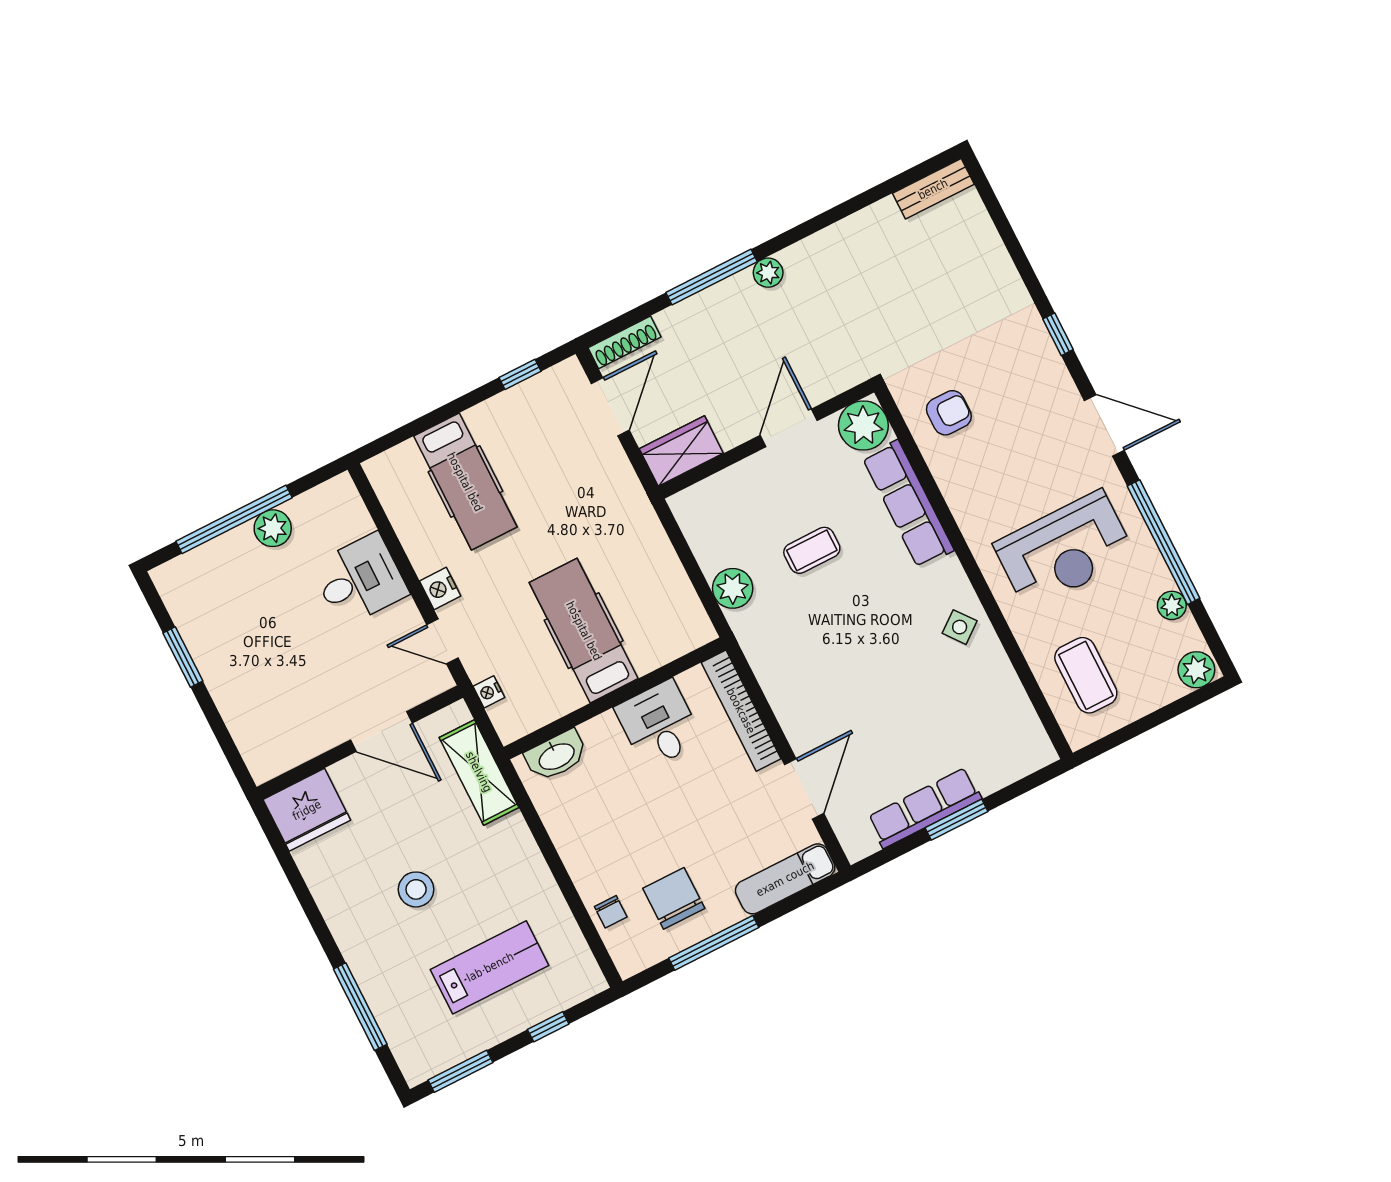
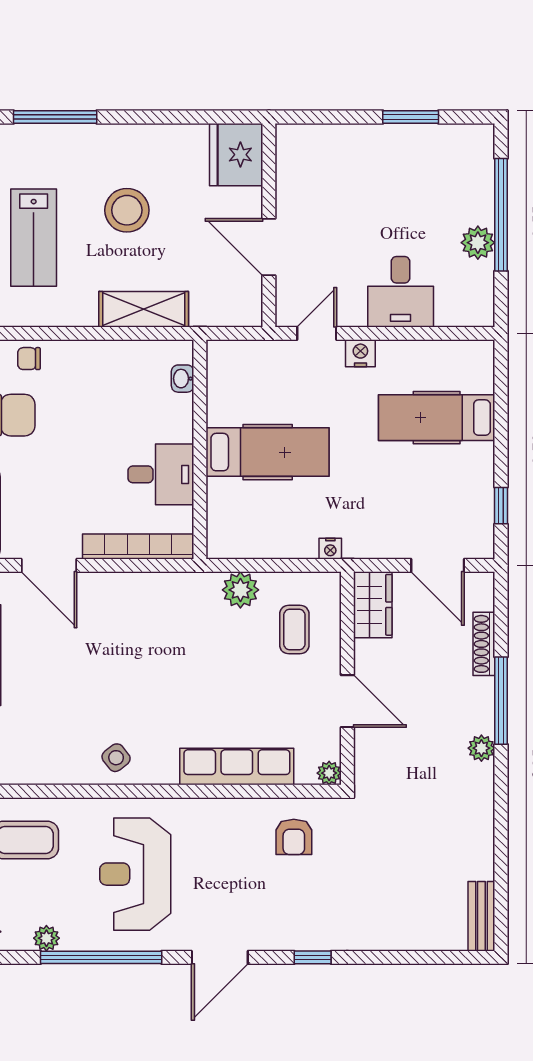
shoe rack: (625, 342) -> (484, 644), moved
plant: (863, 426) -> (329, 773), width x0.53, depth x0.53
coffee table: (812, 550) -> (294, 630), moved
nightstand: (489, 692) -> (330, 549), moved, turned 180
door: (381, 731) -> (269, 247), hinge flipped
washbasin: (556, 756) -> (183, 379), width x0.52, depth x0.69
shelving: (479, 772) -> (144, 309), moved
stool: (416, 889) -> (127, 210), width x1.38, depth x1.38

